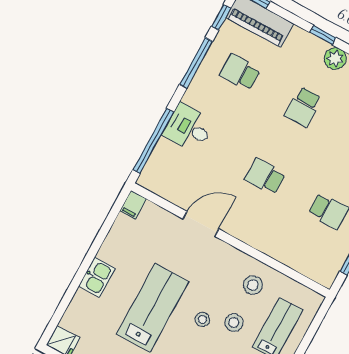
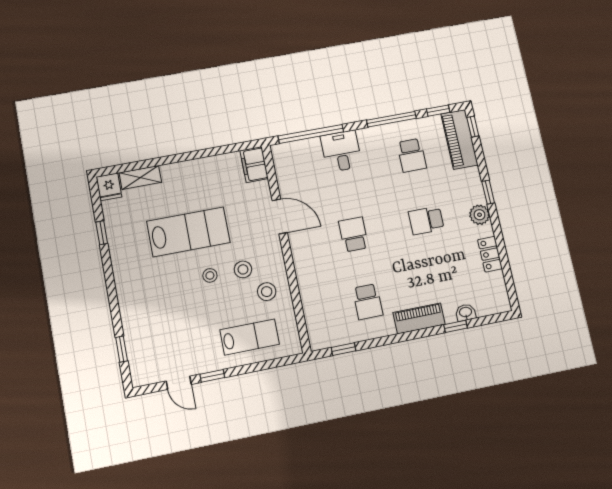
school desk: (240, 72) -> (412, 155), turned 180
filing cabinet: (133, 205) -> (254, 165), width x2.00
kitchen sink: (97, 277) -> (178, 173), removed
shelving: (76, 310) -> (140, 177), added
stool: (234, 323) -> (243, 269), moved

